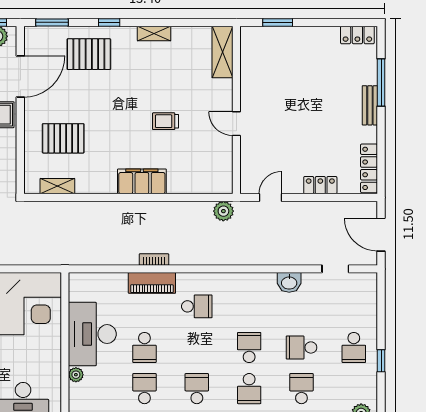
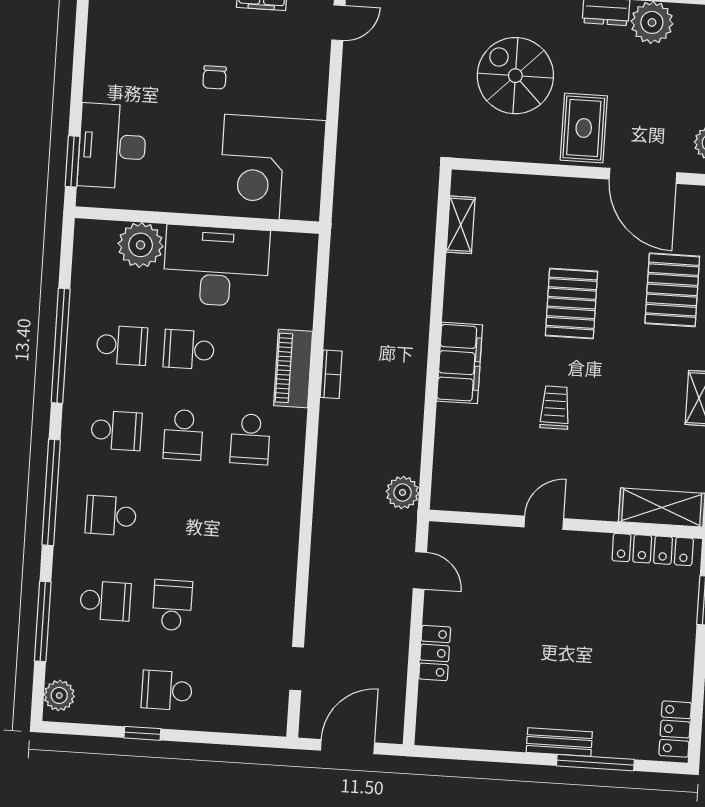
pallet: (63, 138) -> (571, 303), moved
locker: (369, 168) -> (653, 549), moved, turned 180
washbasin: (289, 282) -> (279, 592), removed
school desk: (249, 347) -> (183, 435), moved, turned 90
plant: (76, 375) -> (141, 245), width x1.88, depth x1.88

